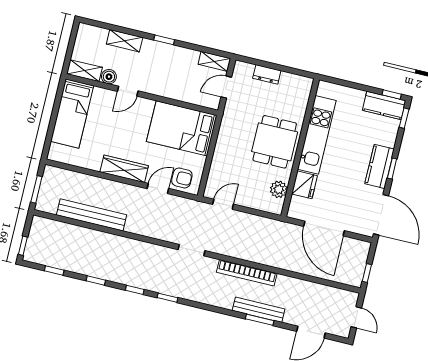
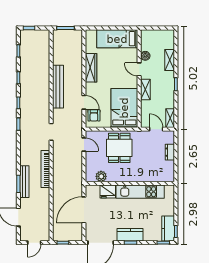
shelving: (84, 71) -> (145, 90), moved
dining table: (275, 142) -> (119, 148), moved, turned 90
wardrobe: (124, 169) -> (91, 68), moved
bench: (92, 215) -> (58, 87), moved

